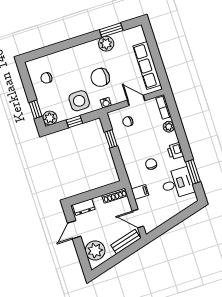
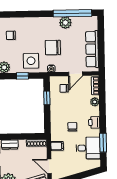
window: (111, 30) -> (72, 13), width x2.11
door: (136, 100) -> (76, 74), swing flipped

